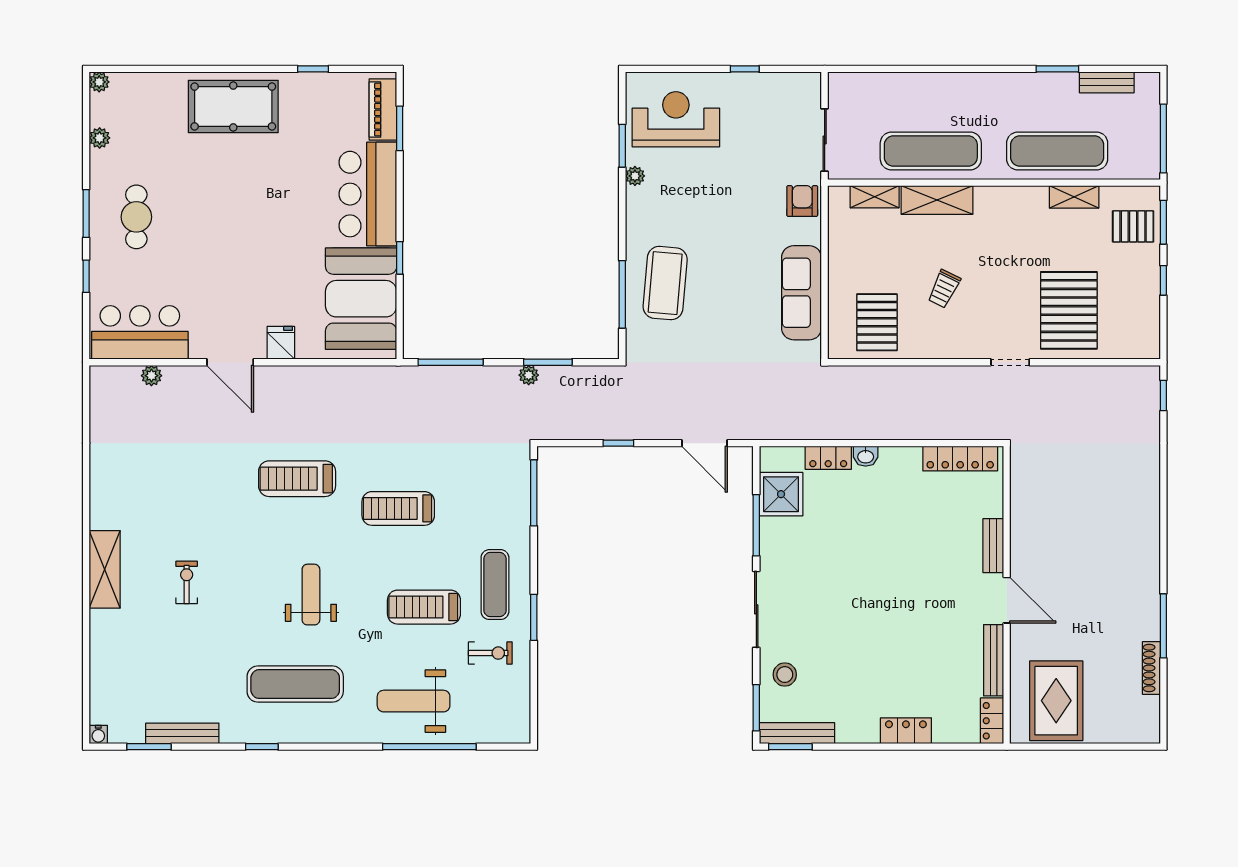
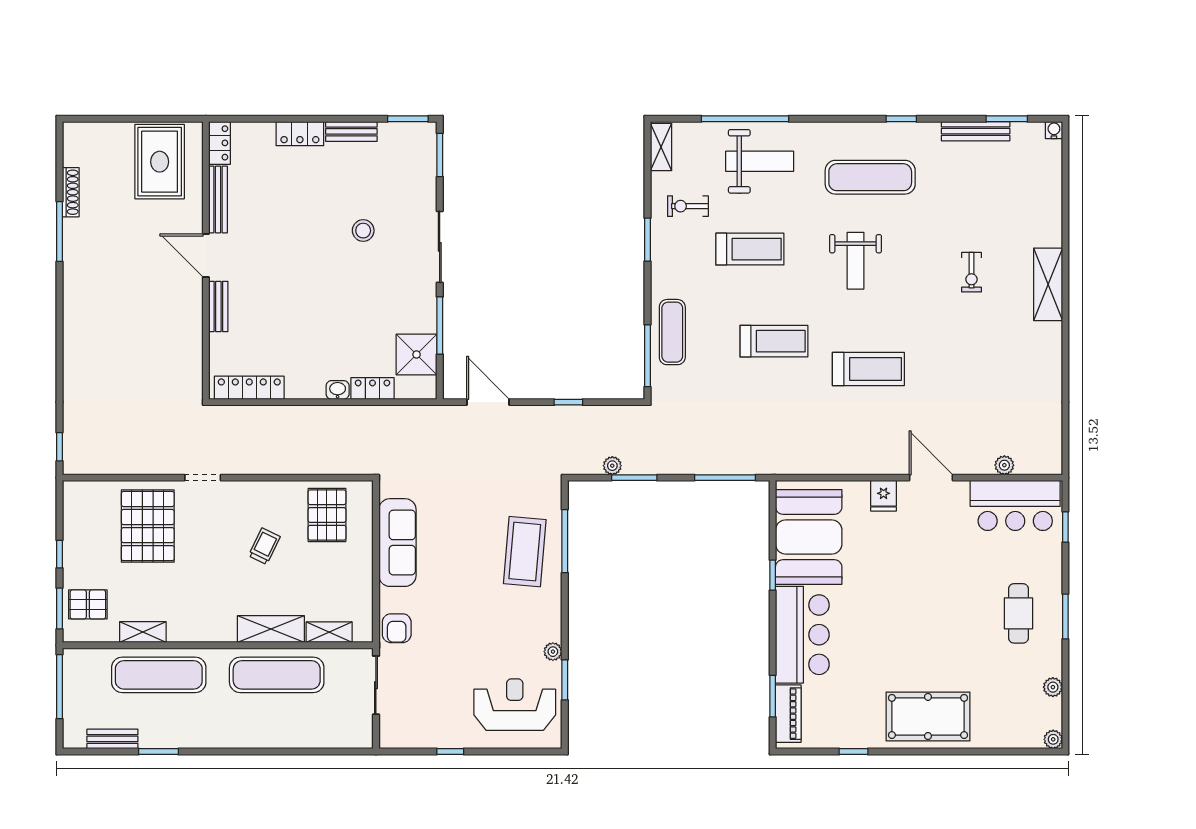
reception desk: (676, 119) -> (515, 705), turned 180
window: (86, 276) -> (1065, 527), moved
plant: (529, 375) -> (612, 466), moved
exercise mat: (495, 585) -> (672, 332), moved
stool: (785, 675) -> (363, 231), moved
shelving: (519, 716) -> (661, 147), added
bench: (797, 733) -> (351, 131), moved, width x0.73

